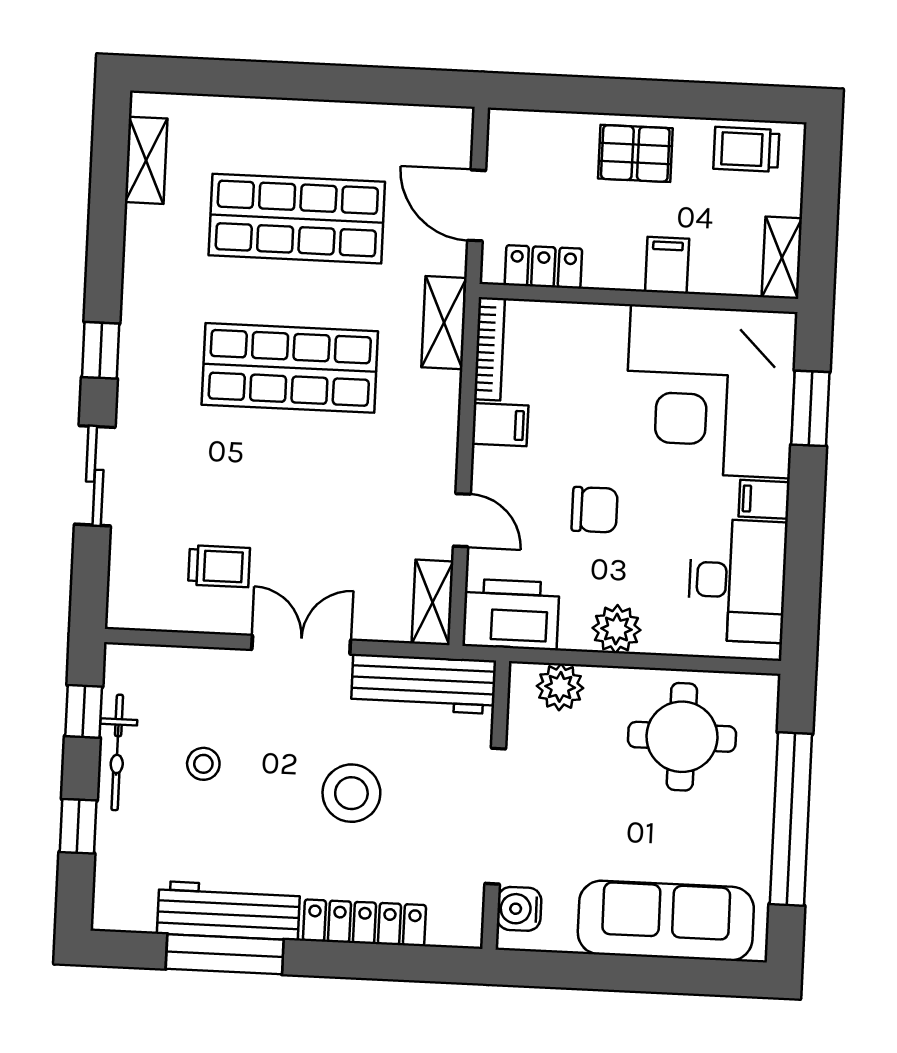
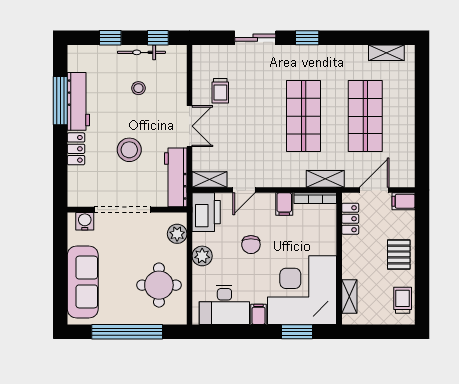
shelving: (782, 258) -> (349, 297), moved, turned 90
filing cabinet: (667, 265) -> (403, 201), moved, turned 180
locker: (365, 923) -> (76, 149), width x0.66

